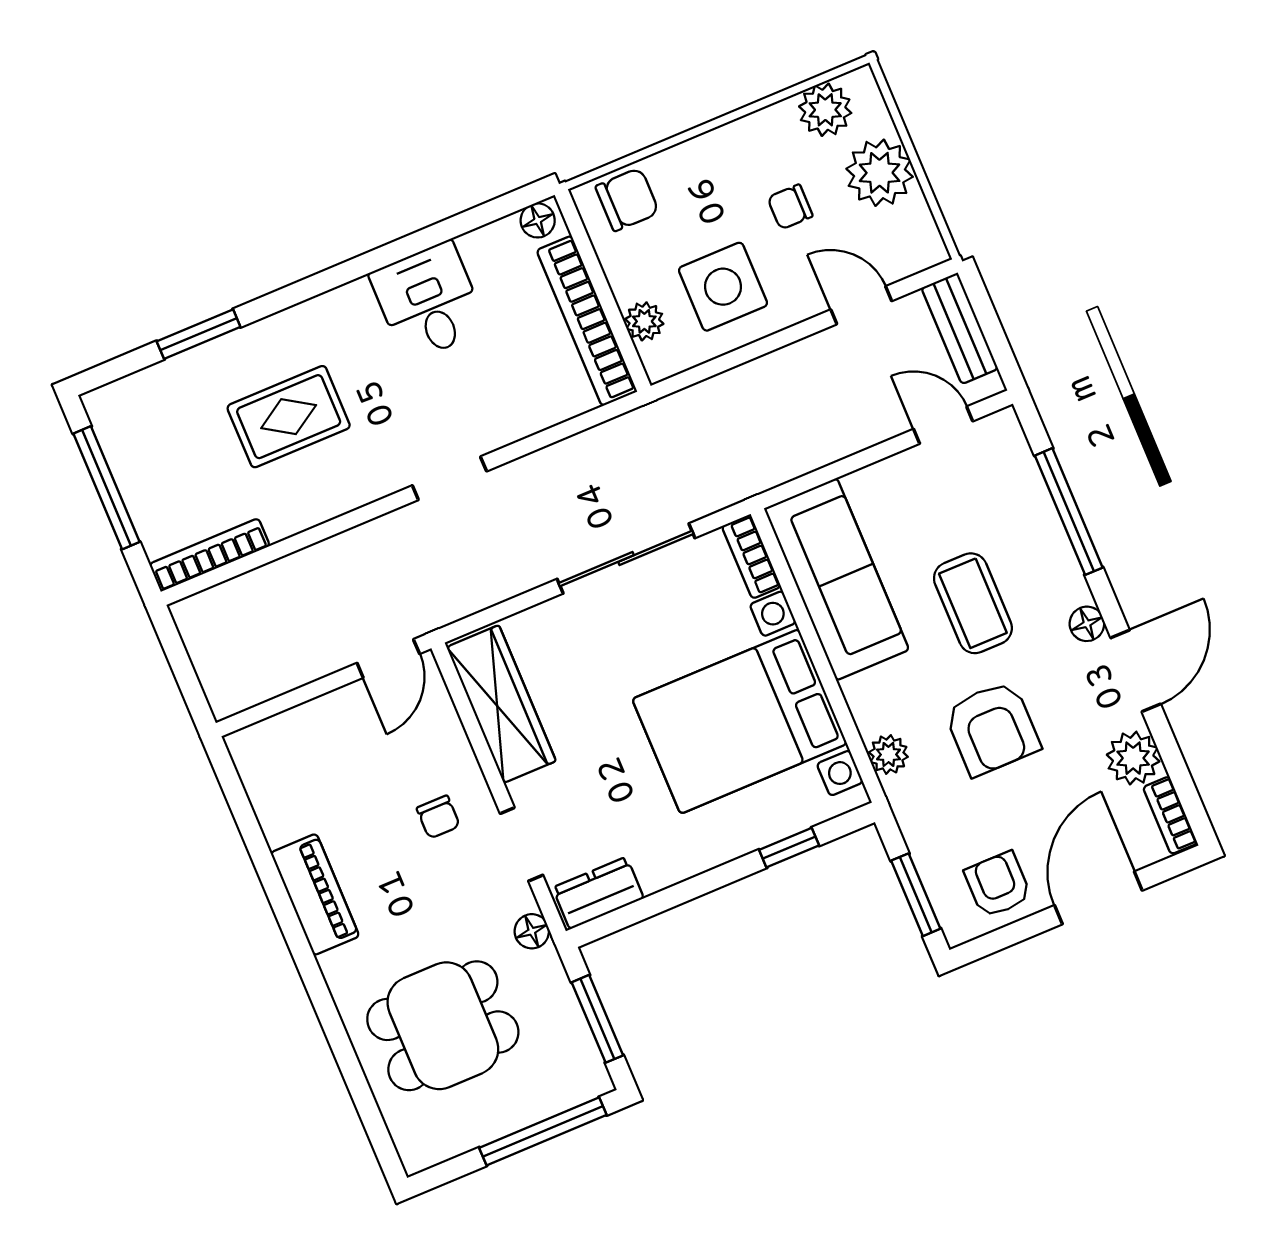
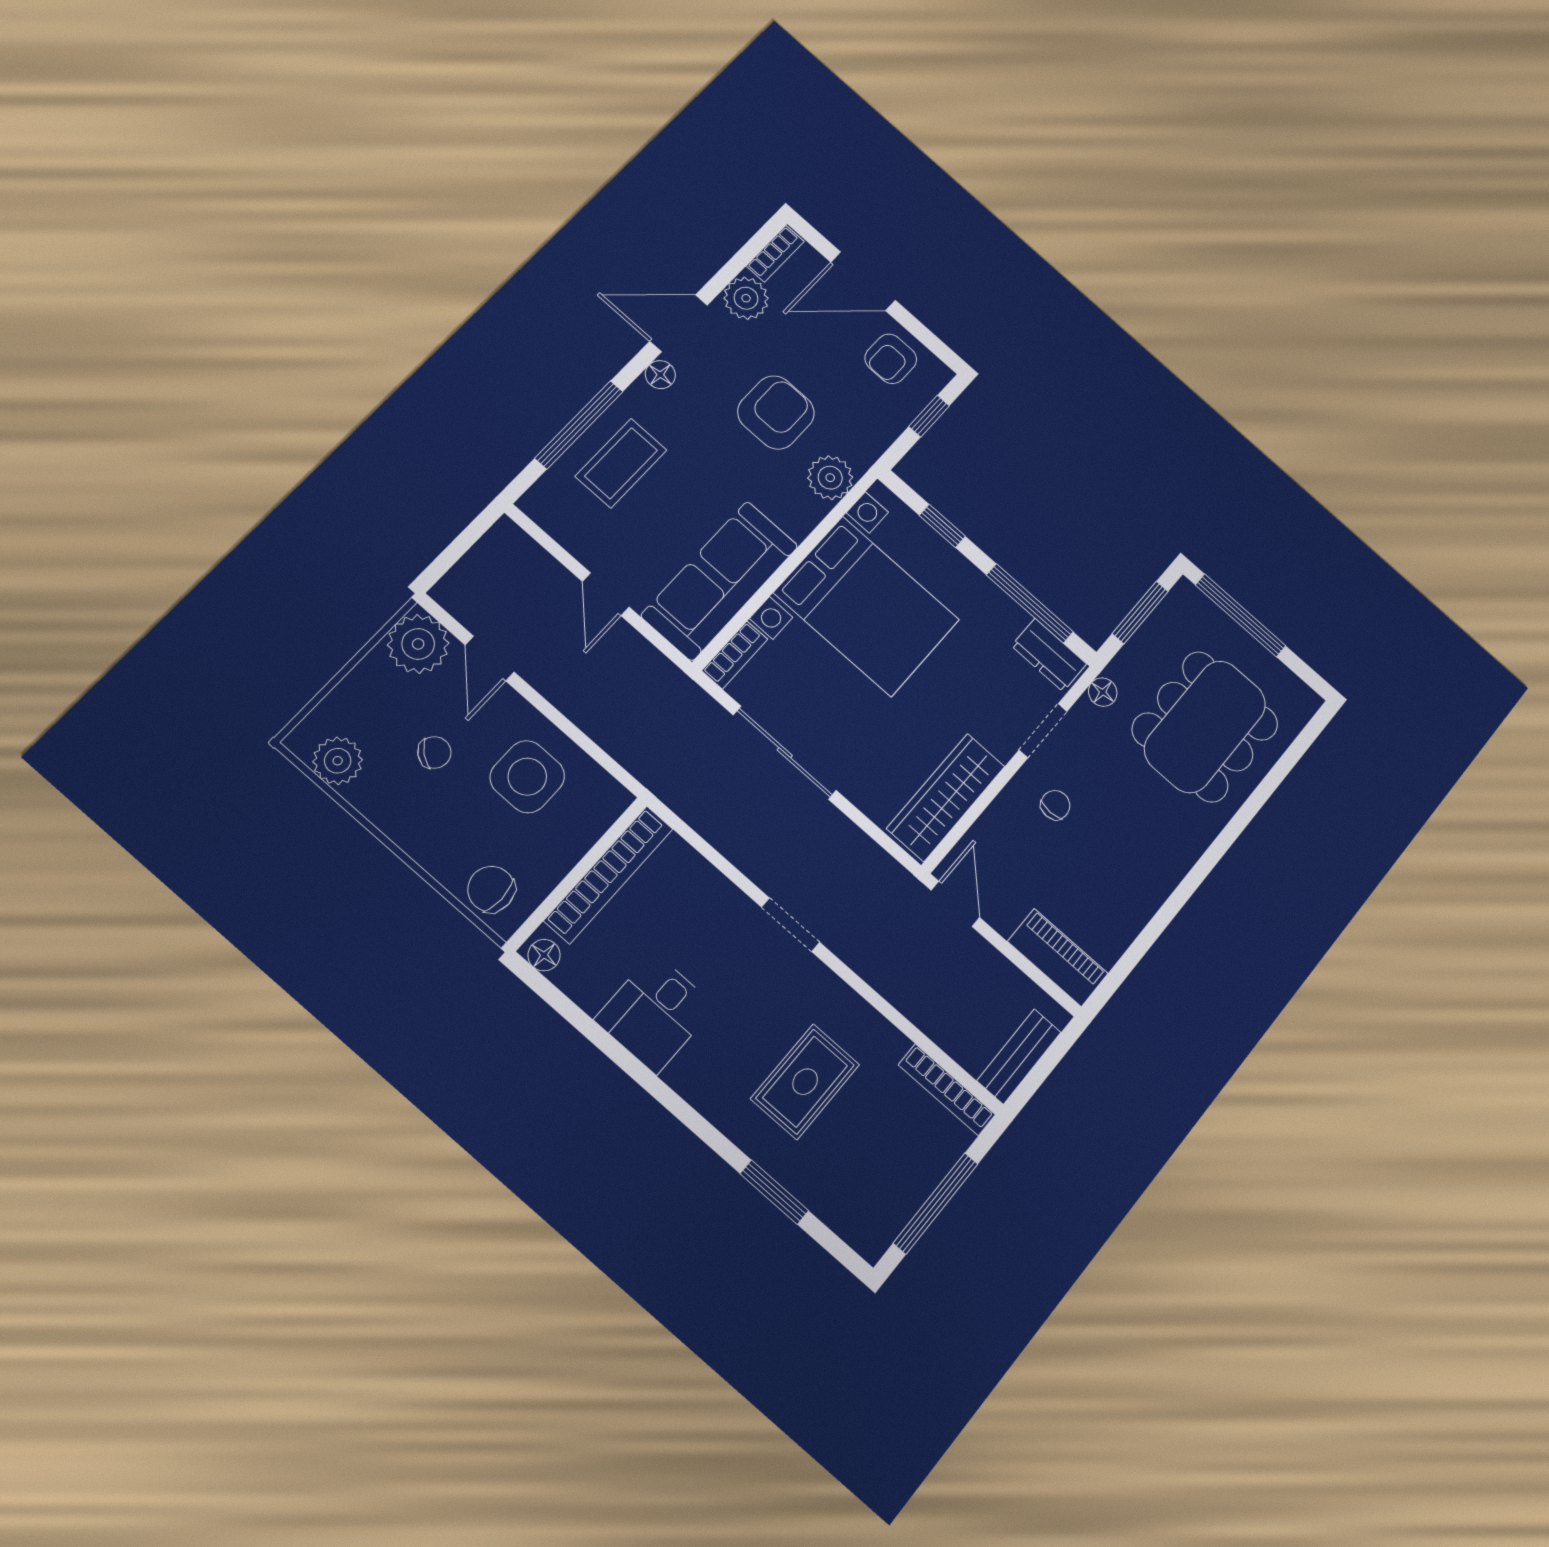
plant: (880, 173) -> (418, 644), moved
chair: (790, 207) -> (434, 752), turned -52
plant: (644, 321) -> (587, 827), removed
bench: (960, 328) -> (1019, 1057), moved
rug: (289, 417) -> (805, 1082), turned 90
door: (943, 425) -> (606, 594), moved
coffee table: (973, 603) -> (621, 463), moved
door: (388, 658) -> (955, 904), hinge flipped
plant: (888, 754) -> (830, 478), width x1.38, depth x1.38
piano: (315, 894) -> (1058, 957), moved, turned 90
window: (916, 895) -> (929, 416), width x0.67
window: (663, 901) -> (1030, 603), added
dining table: (443, 1026) -> (1205, 727), width x1.37

